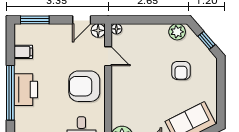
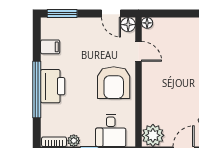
door: (82, 20) -> (111, 13), hinge flipped
armchair: (84, 86) -> (114, 83), turned -90

